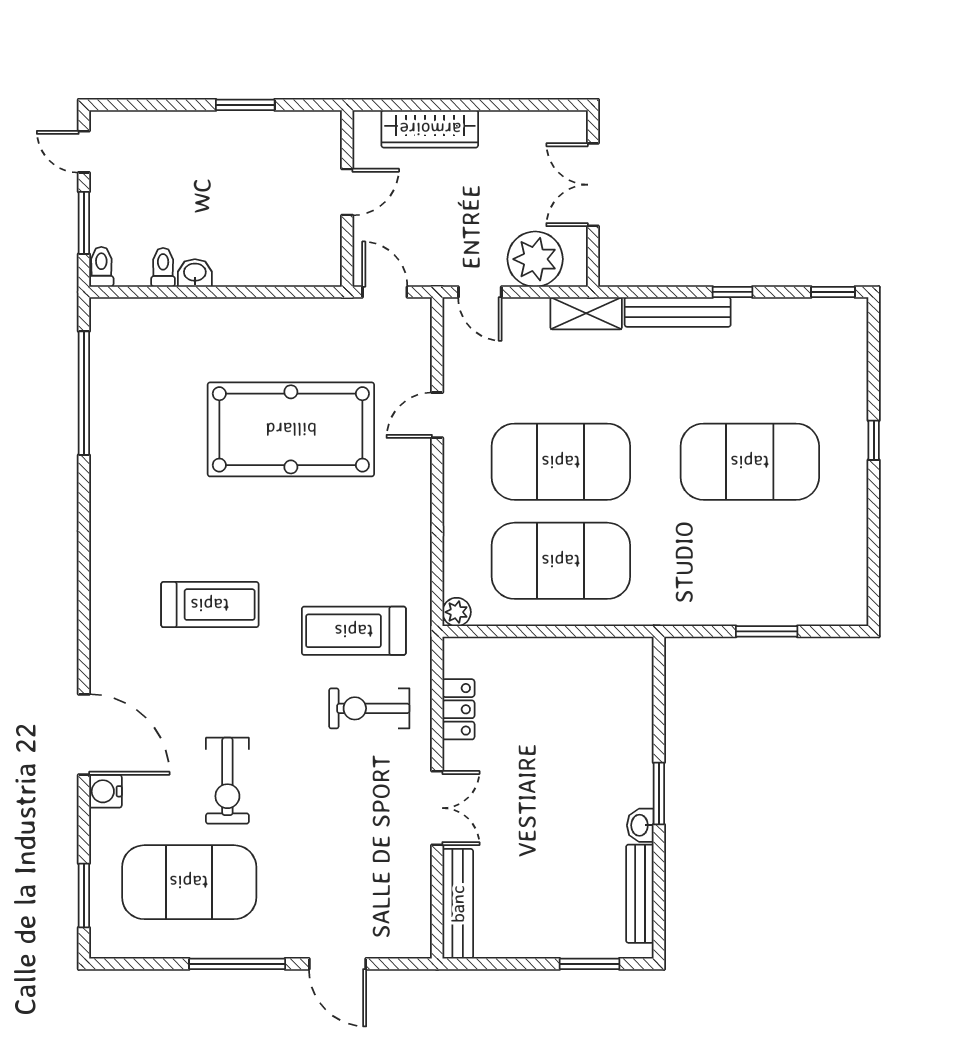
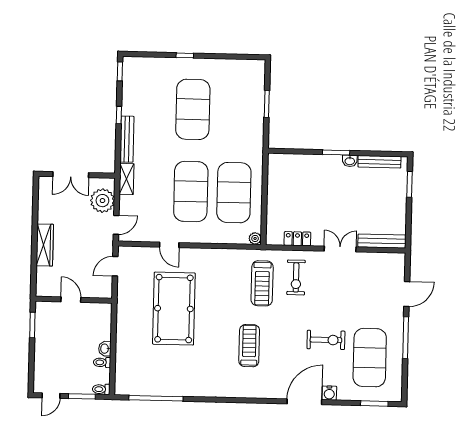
door: (347, 192) -> (71, 300), moved
wall: (347, 198) -> (74, 300), moved

